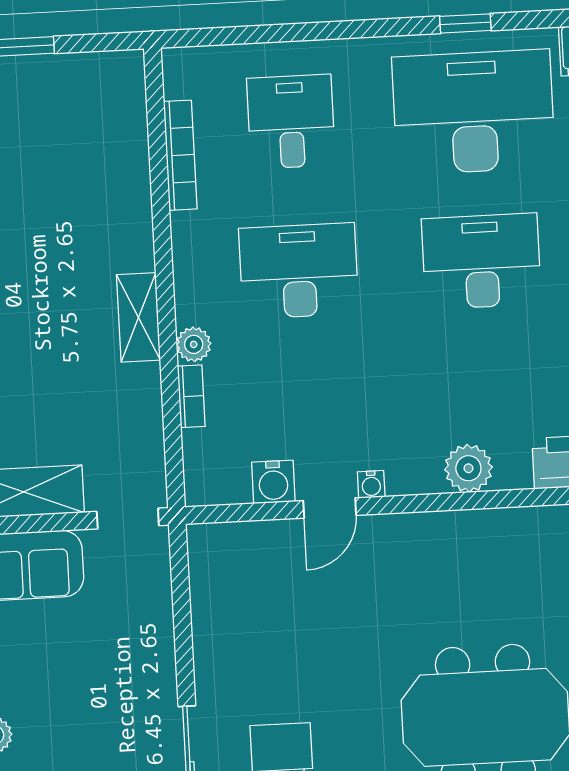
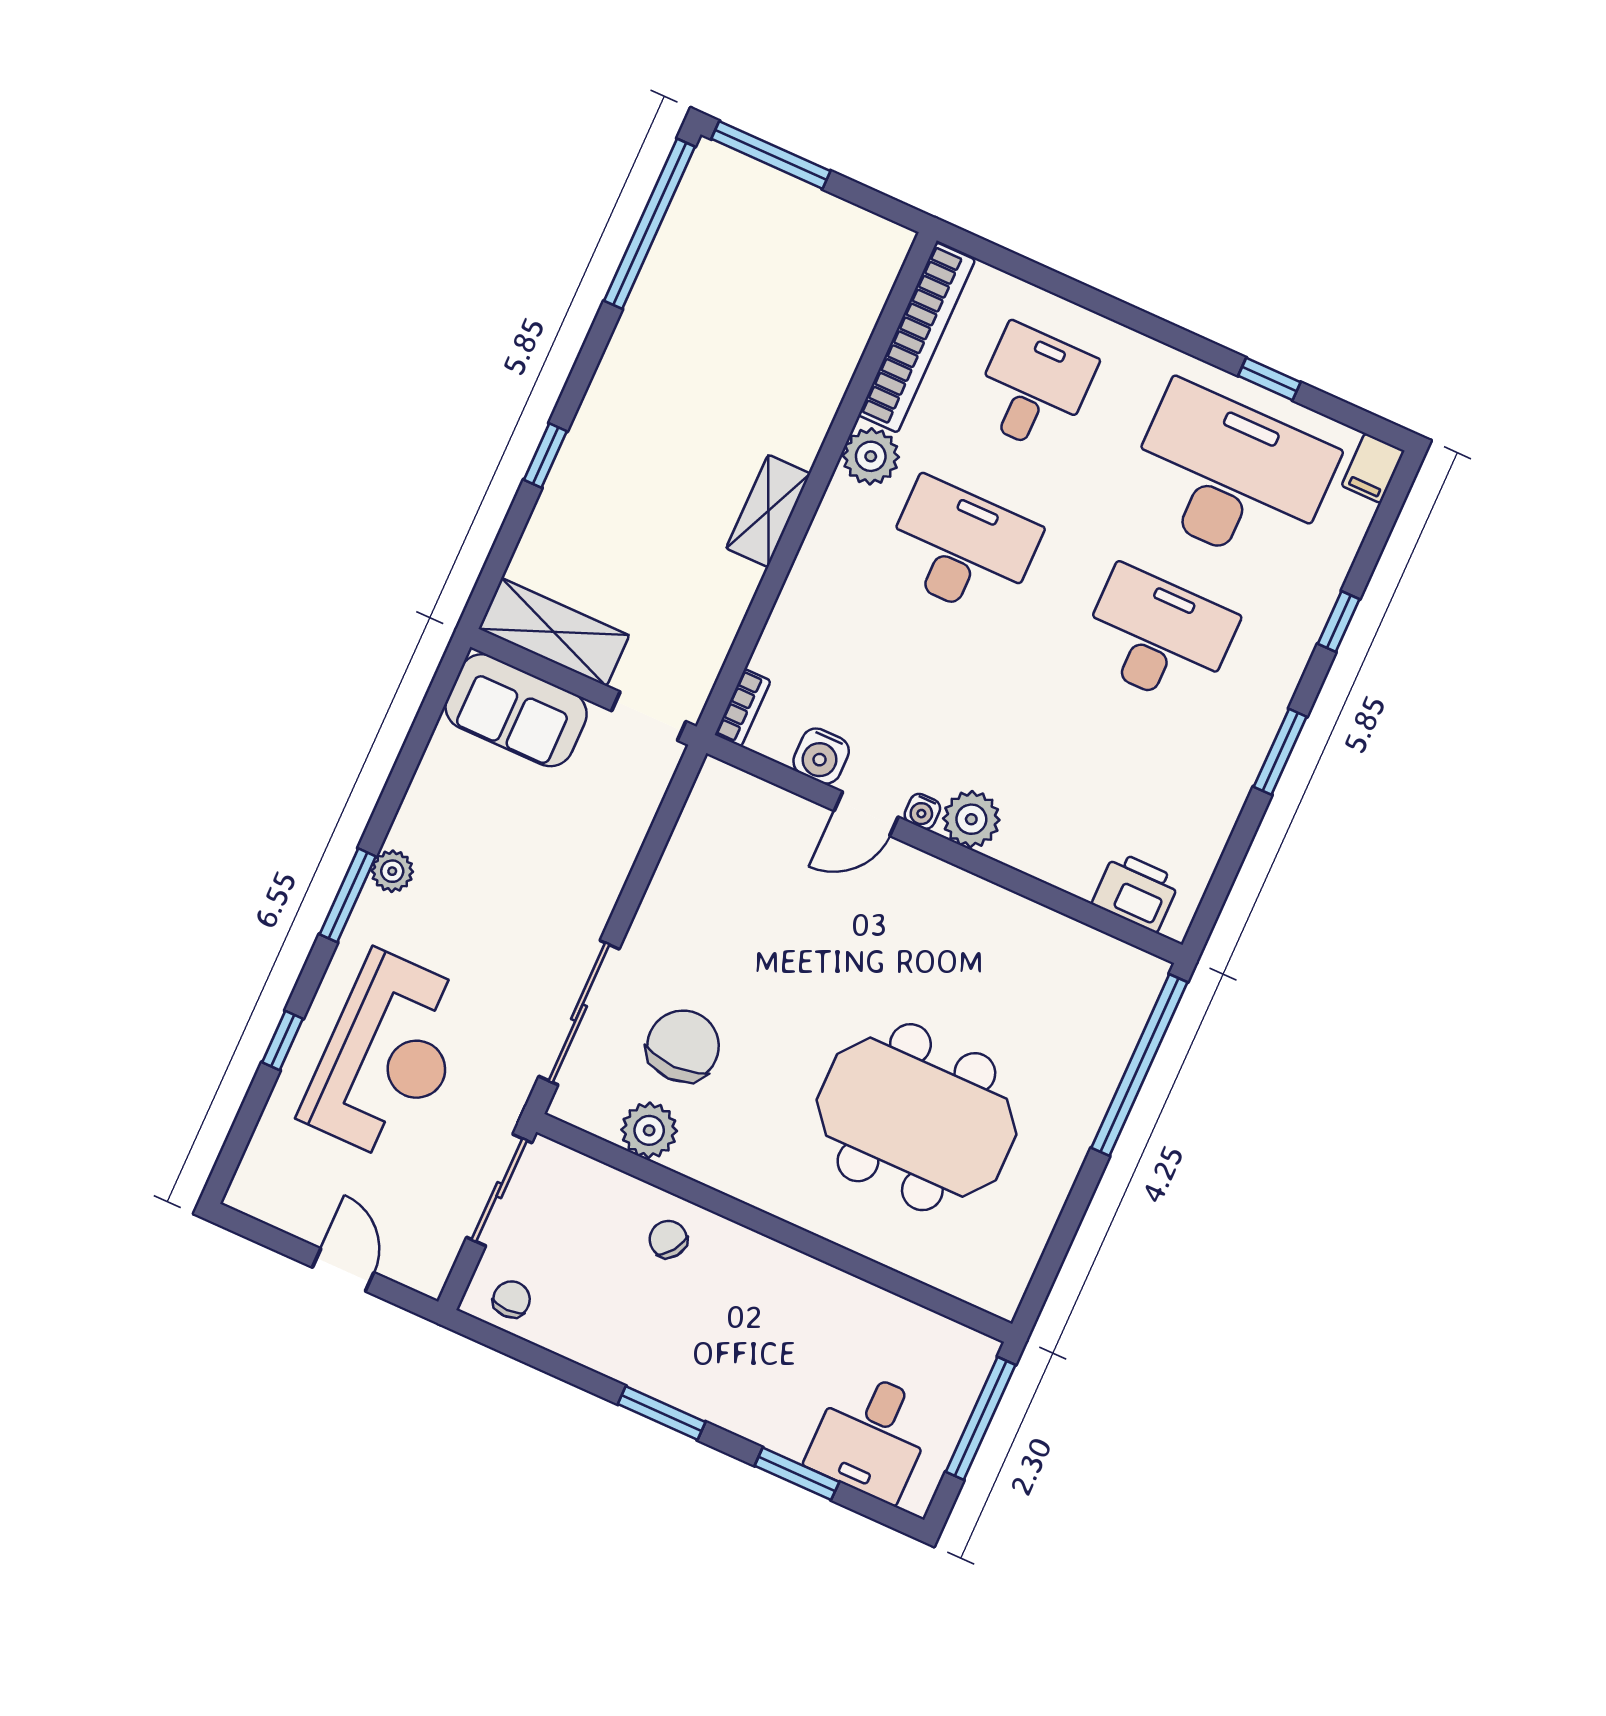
bookcase: (180, 155) -> (917, 337), width x1.48, depth x1.31
plant: (194, 344) -> (871, 456), moved, width x1.38, depth x1.38
bookcase: (191, 396) -> (743, 708), moved
plant: (468, 468) -> (971, 819), moved

